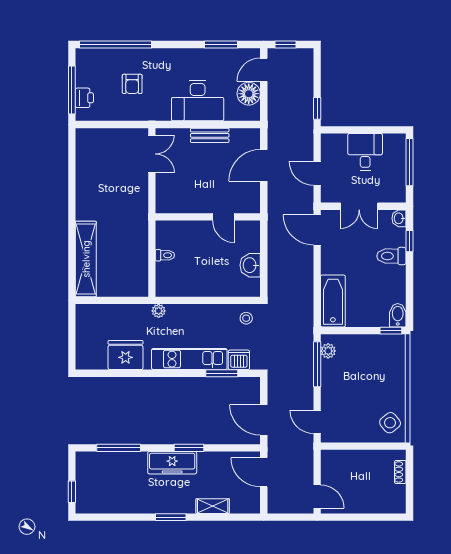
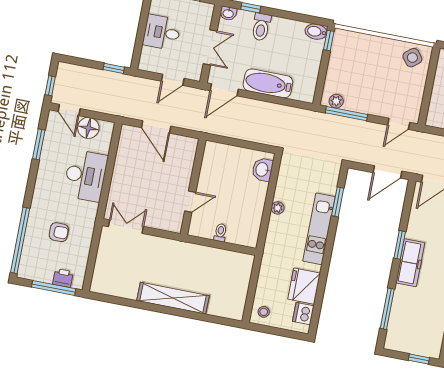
bench: (210, 135) -> (119, 171), removed
door: (224, 217) -> (190, 202), moved
shelving: (86, 259) -> (173, 298), moved
washbasin: (250, 265) -> (262, 170), moved, turned 90
bathtub: (333, 301) -> (268, 83), moved
plant: (159, 311) -> (278, 208), moved
stool: (246, 318) -> (264, 312), moved
dishwasher: (239, 360) -> (303, 314), moved

